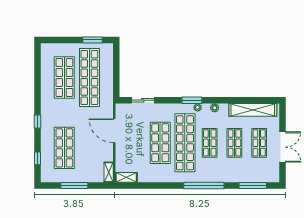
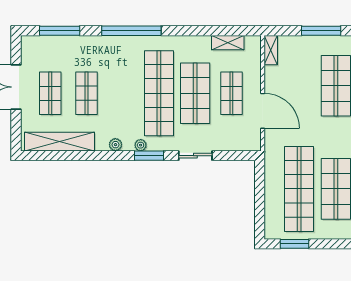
sliding door: (143, 100) -> (195, 156), moved
shop shelf: (210, 143) -> (231, 93), moved
shelving: (126, 177) -> (228, 43), moved

